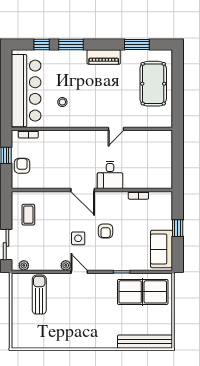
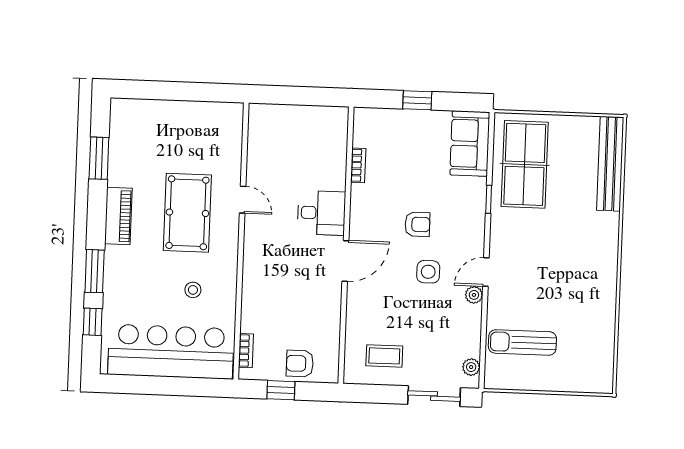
pool table: (153, 84) -> (187, 213), moved, turned 90
sofa: (162, 249) -> (470, 144), moved, turned 90

